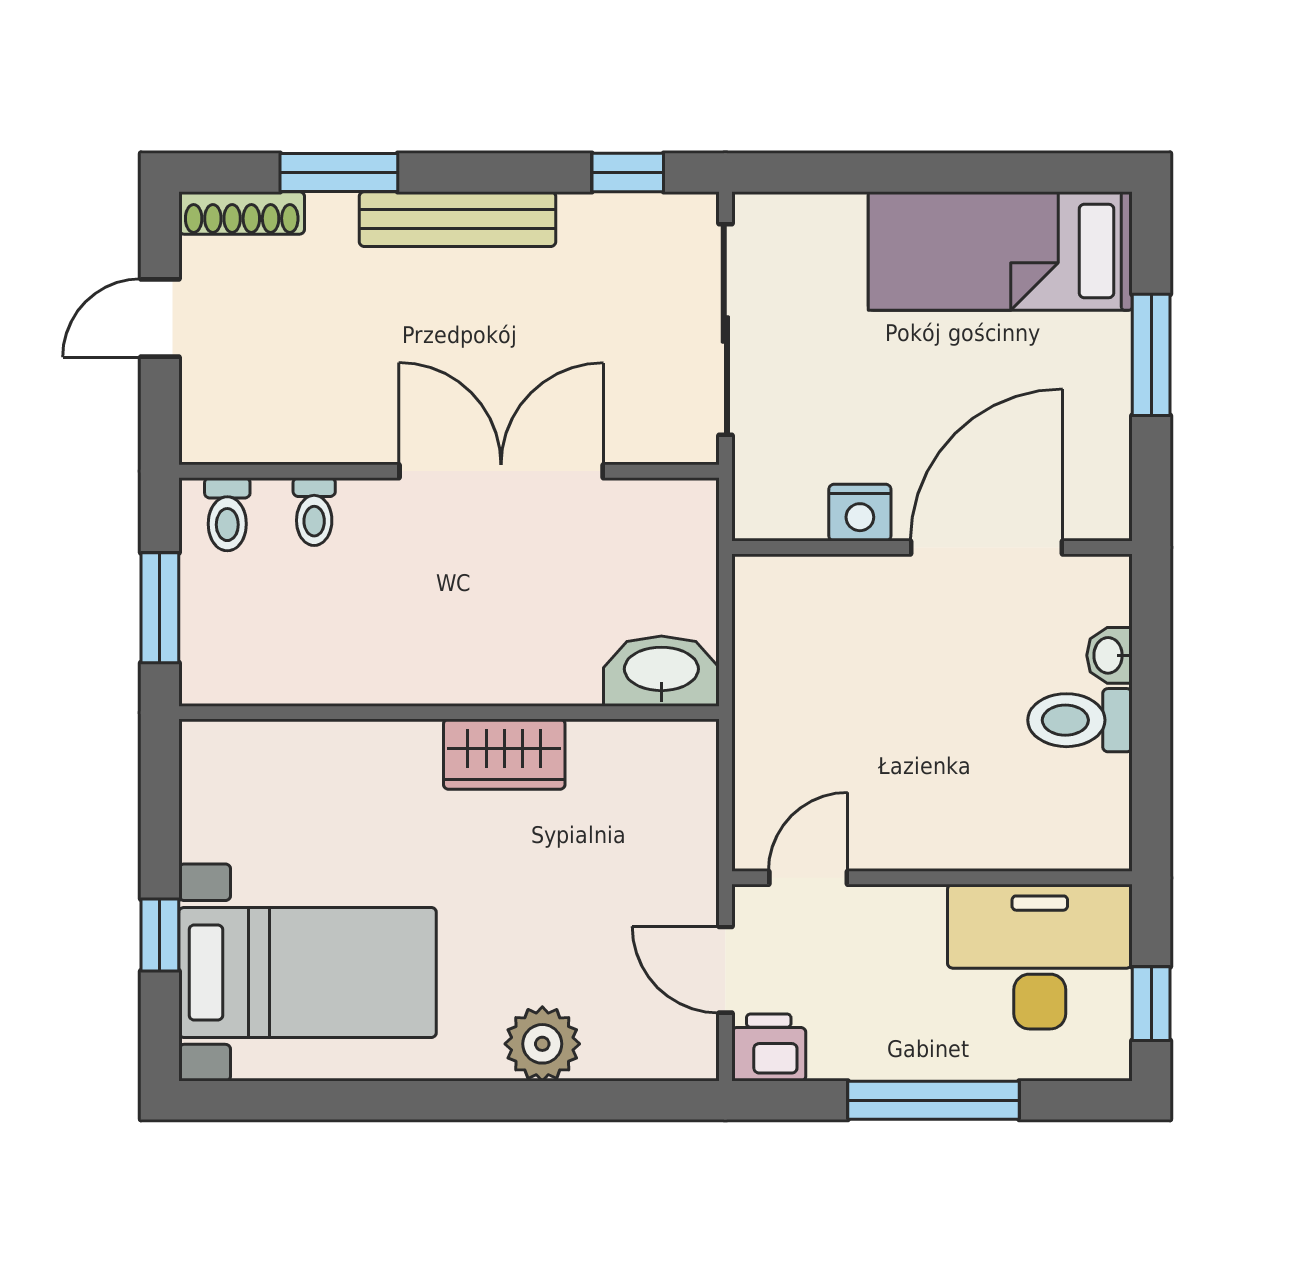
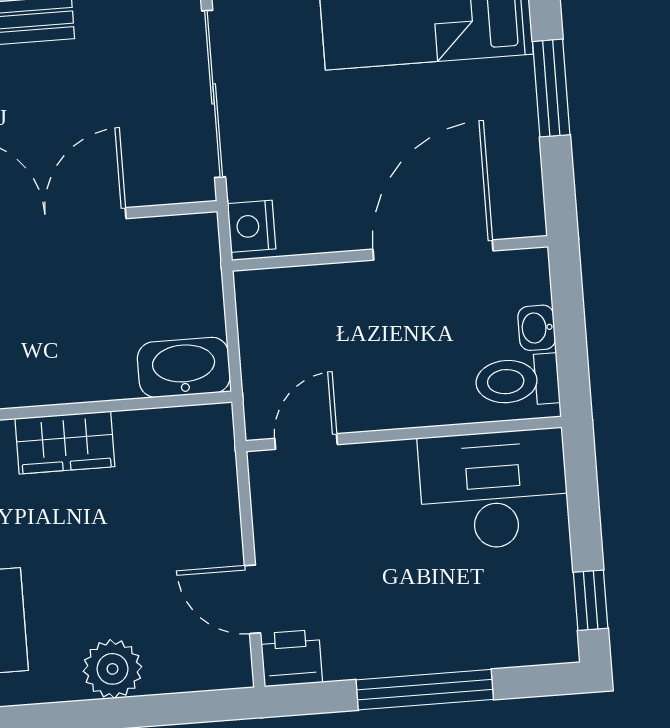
nightstand: (860, 513) -> (251, 226), moved, turned 90
door: (808, 878) -> (306, 441), moved
wall: (932, 878) -> (404, 434), moved
desk: (1040, 957) -> (494, 490), moved

